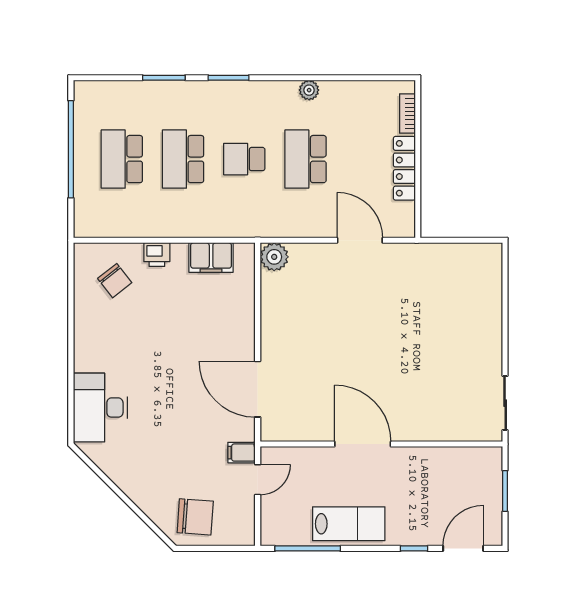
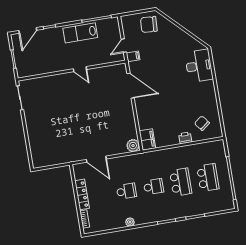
school desk: (306, 159) -> (126, 191), width x0.54
filing cabinet: (211, 258) -> (147, 139), moved, turned 90
door: (363, 444) -> (80, 69), width x0.53

